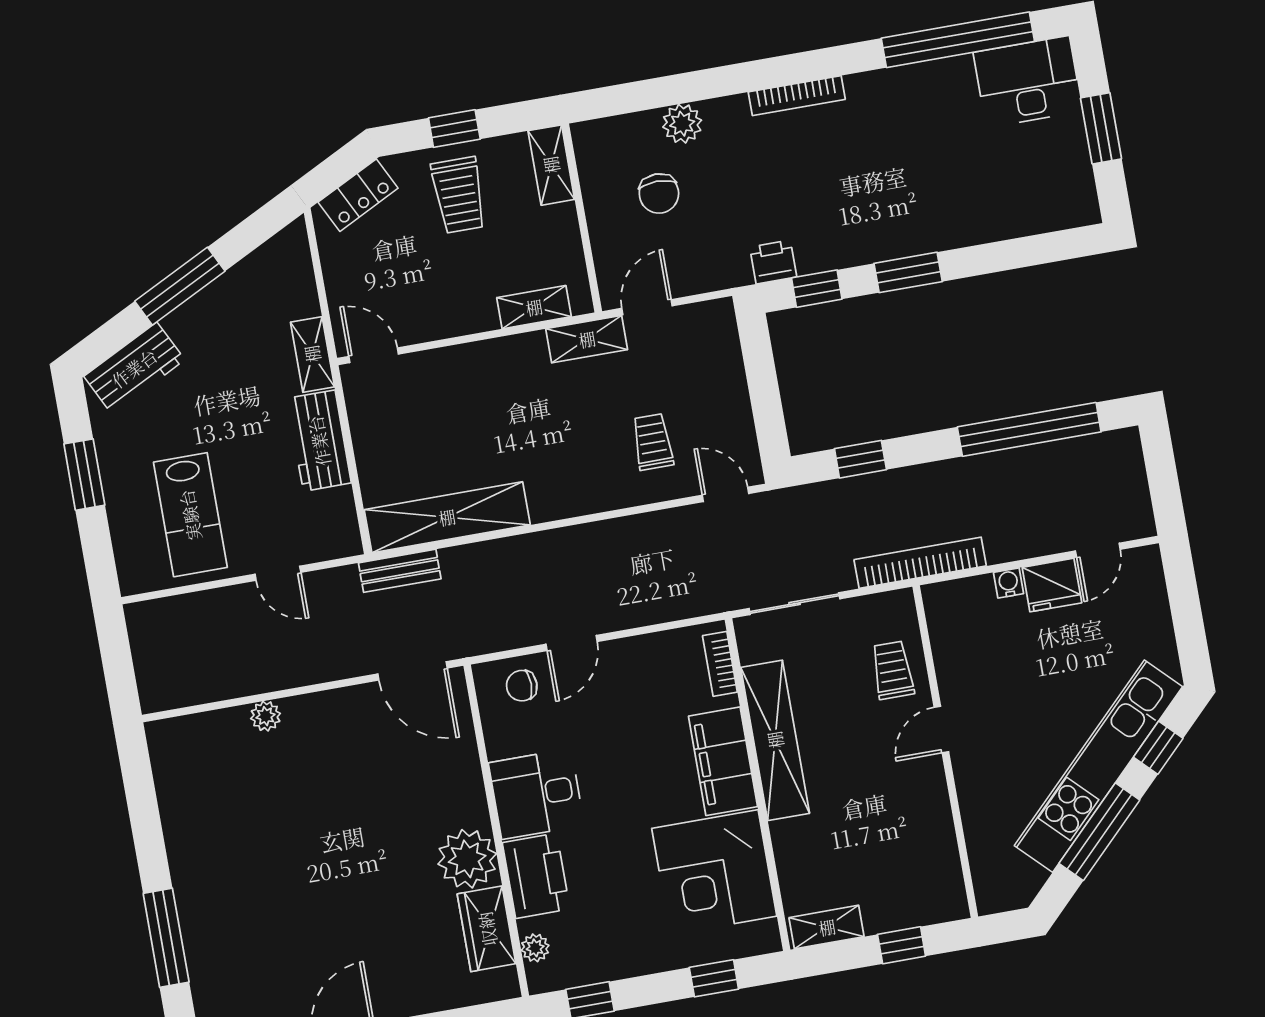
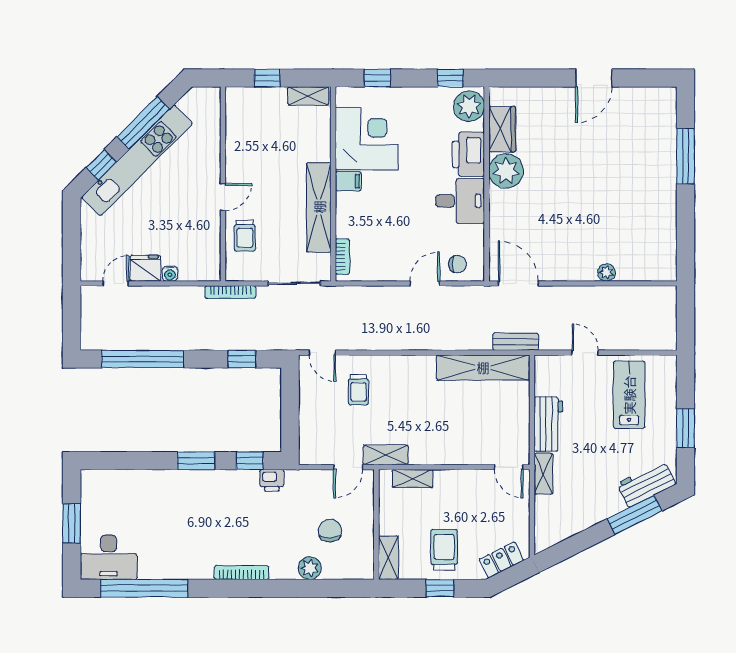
window: (180, 286) -> (635, 515), moved
bookcase: (920, 563) -> (230, 292), width x0.68, depth x0.76
filing cabinet: (723, 761) -> (348, 181), width x0.33, depth x0.86
plant: (535, 948) -> (469, 106), width x1.87, depth x1.87

